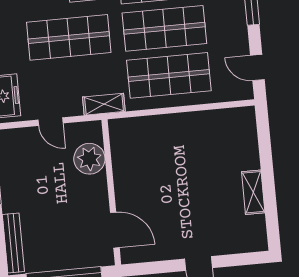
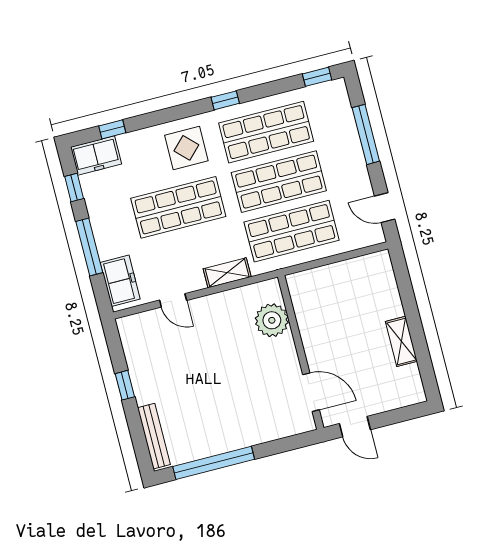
plant: (89, 159) -> (272, 320), moved
wall: (111, 192) -> (301, 352), moved
door: (115, 230) -> (311, 392), moved

